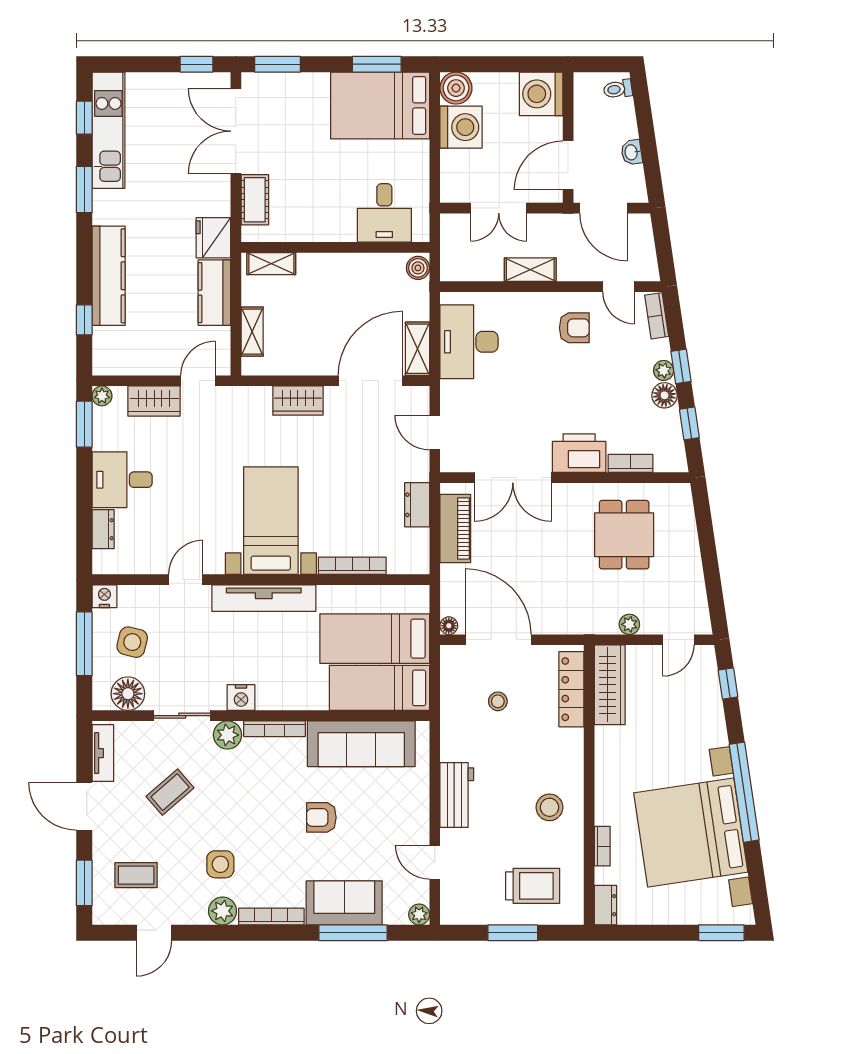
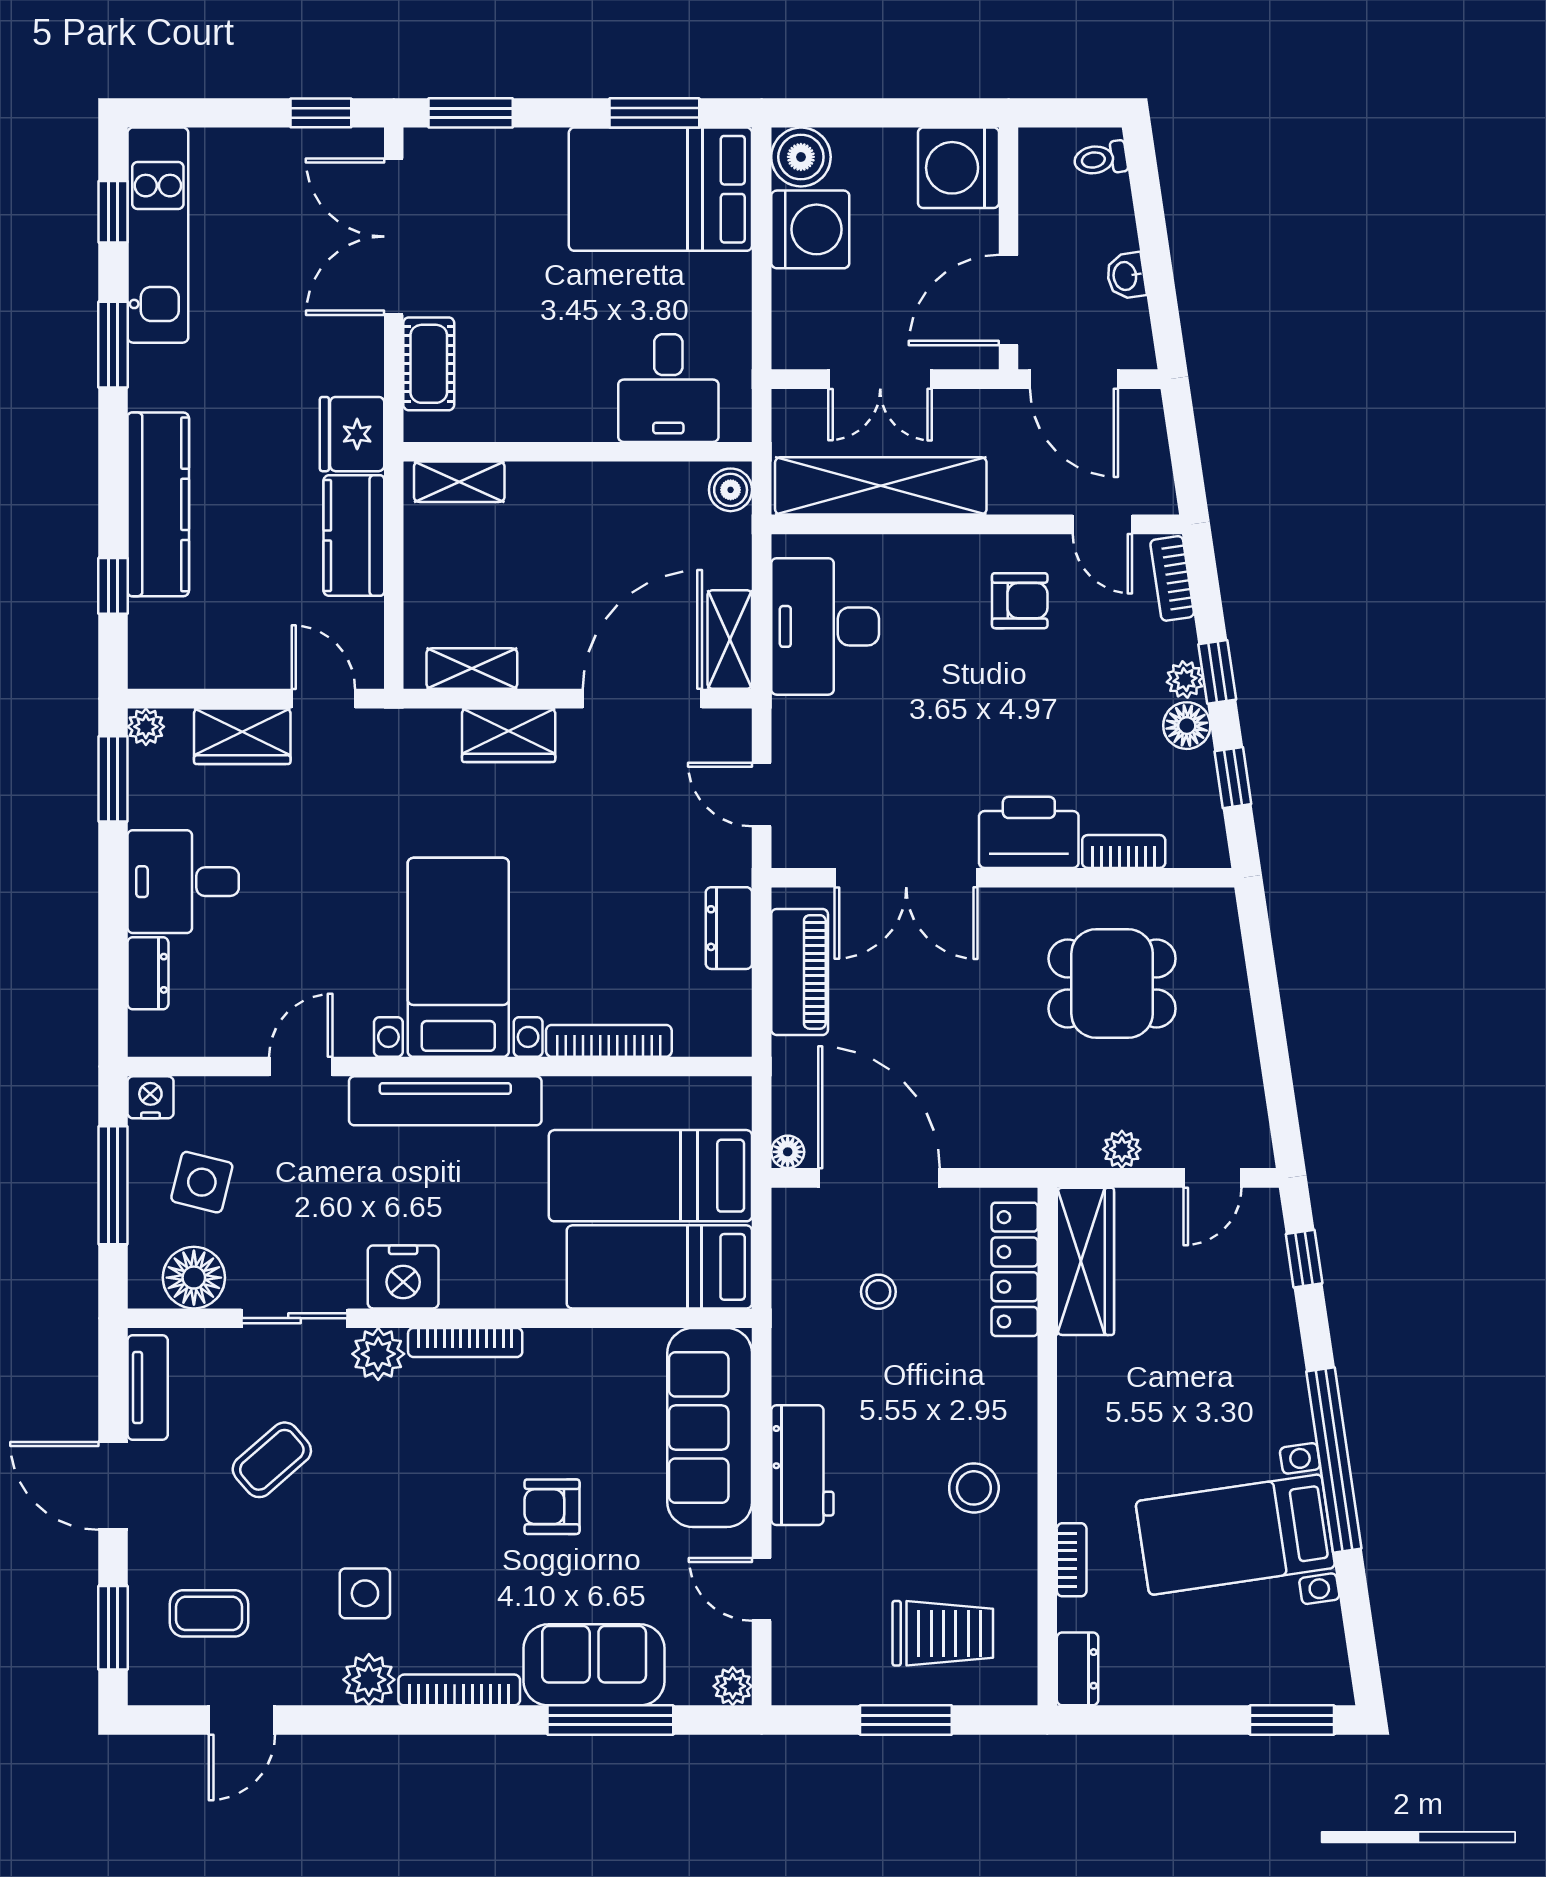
shelving: (530, 270) -> (881, 486), width x2.20, depth x1.33
shelving: (252, 332) -> (472, 669), moved, turned 90
door: (198, 381) -> (323, 699), hinge flipped
dining table: (624, 535) -> (1112, 984), turned 90
nightstand: (241, 698) -> (403, 1277), width x1.36, depth x1.33
sofa: (361, 744) -> (710, 1427), moved, turned 90
bed with nightstands: (691, 833) -> (1235, 1535), width x0.54

